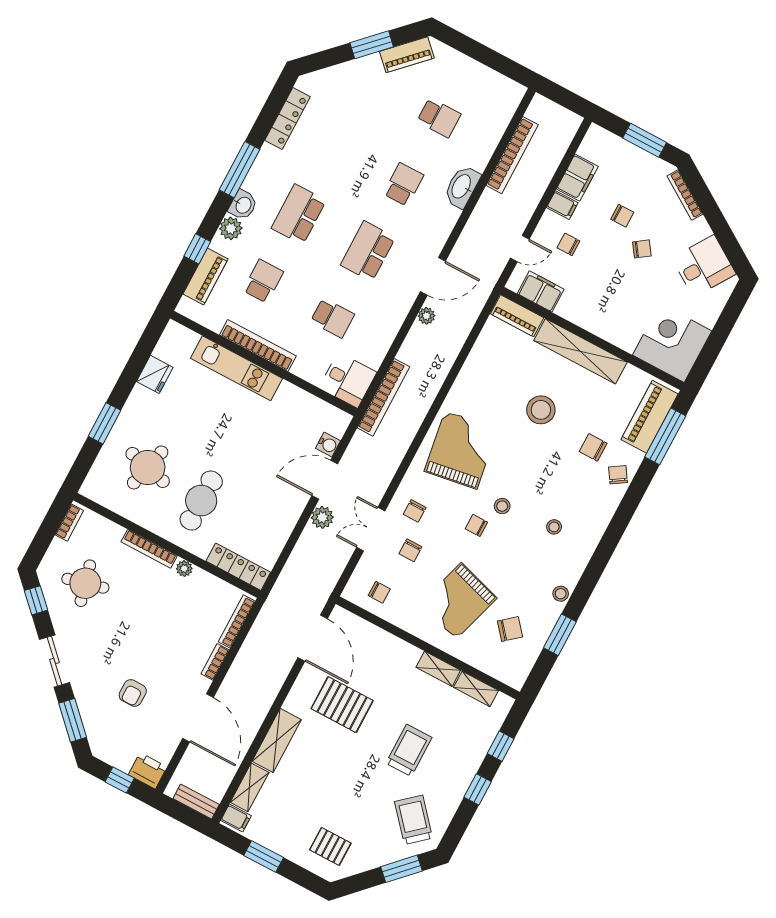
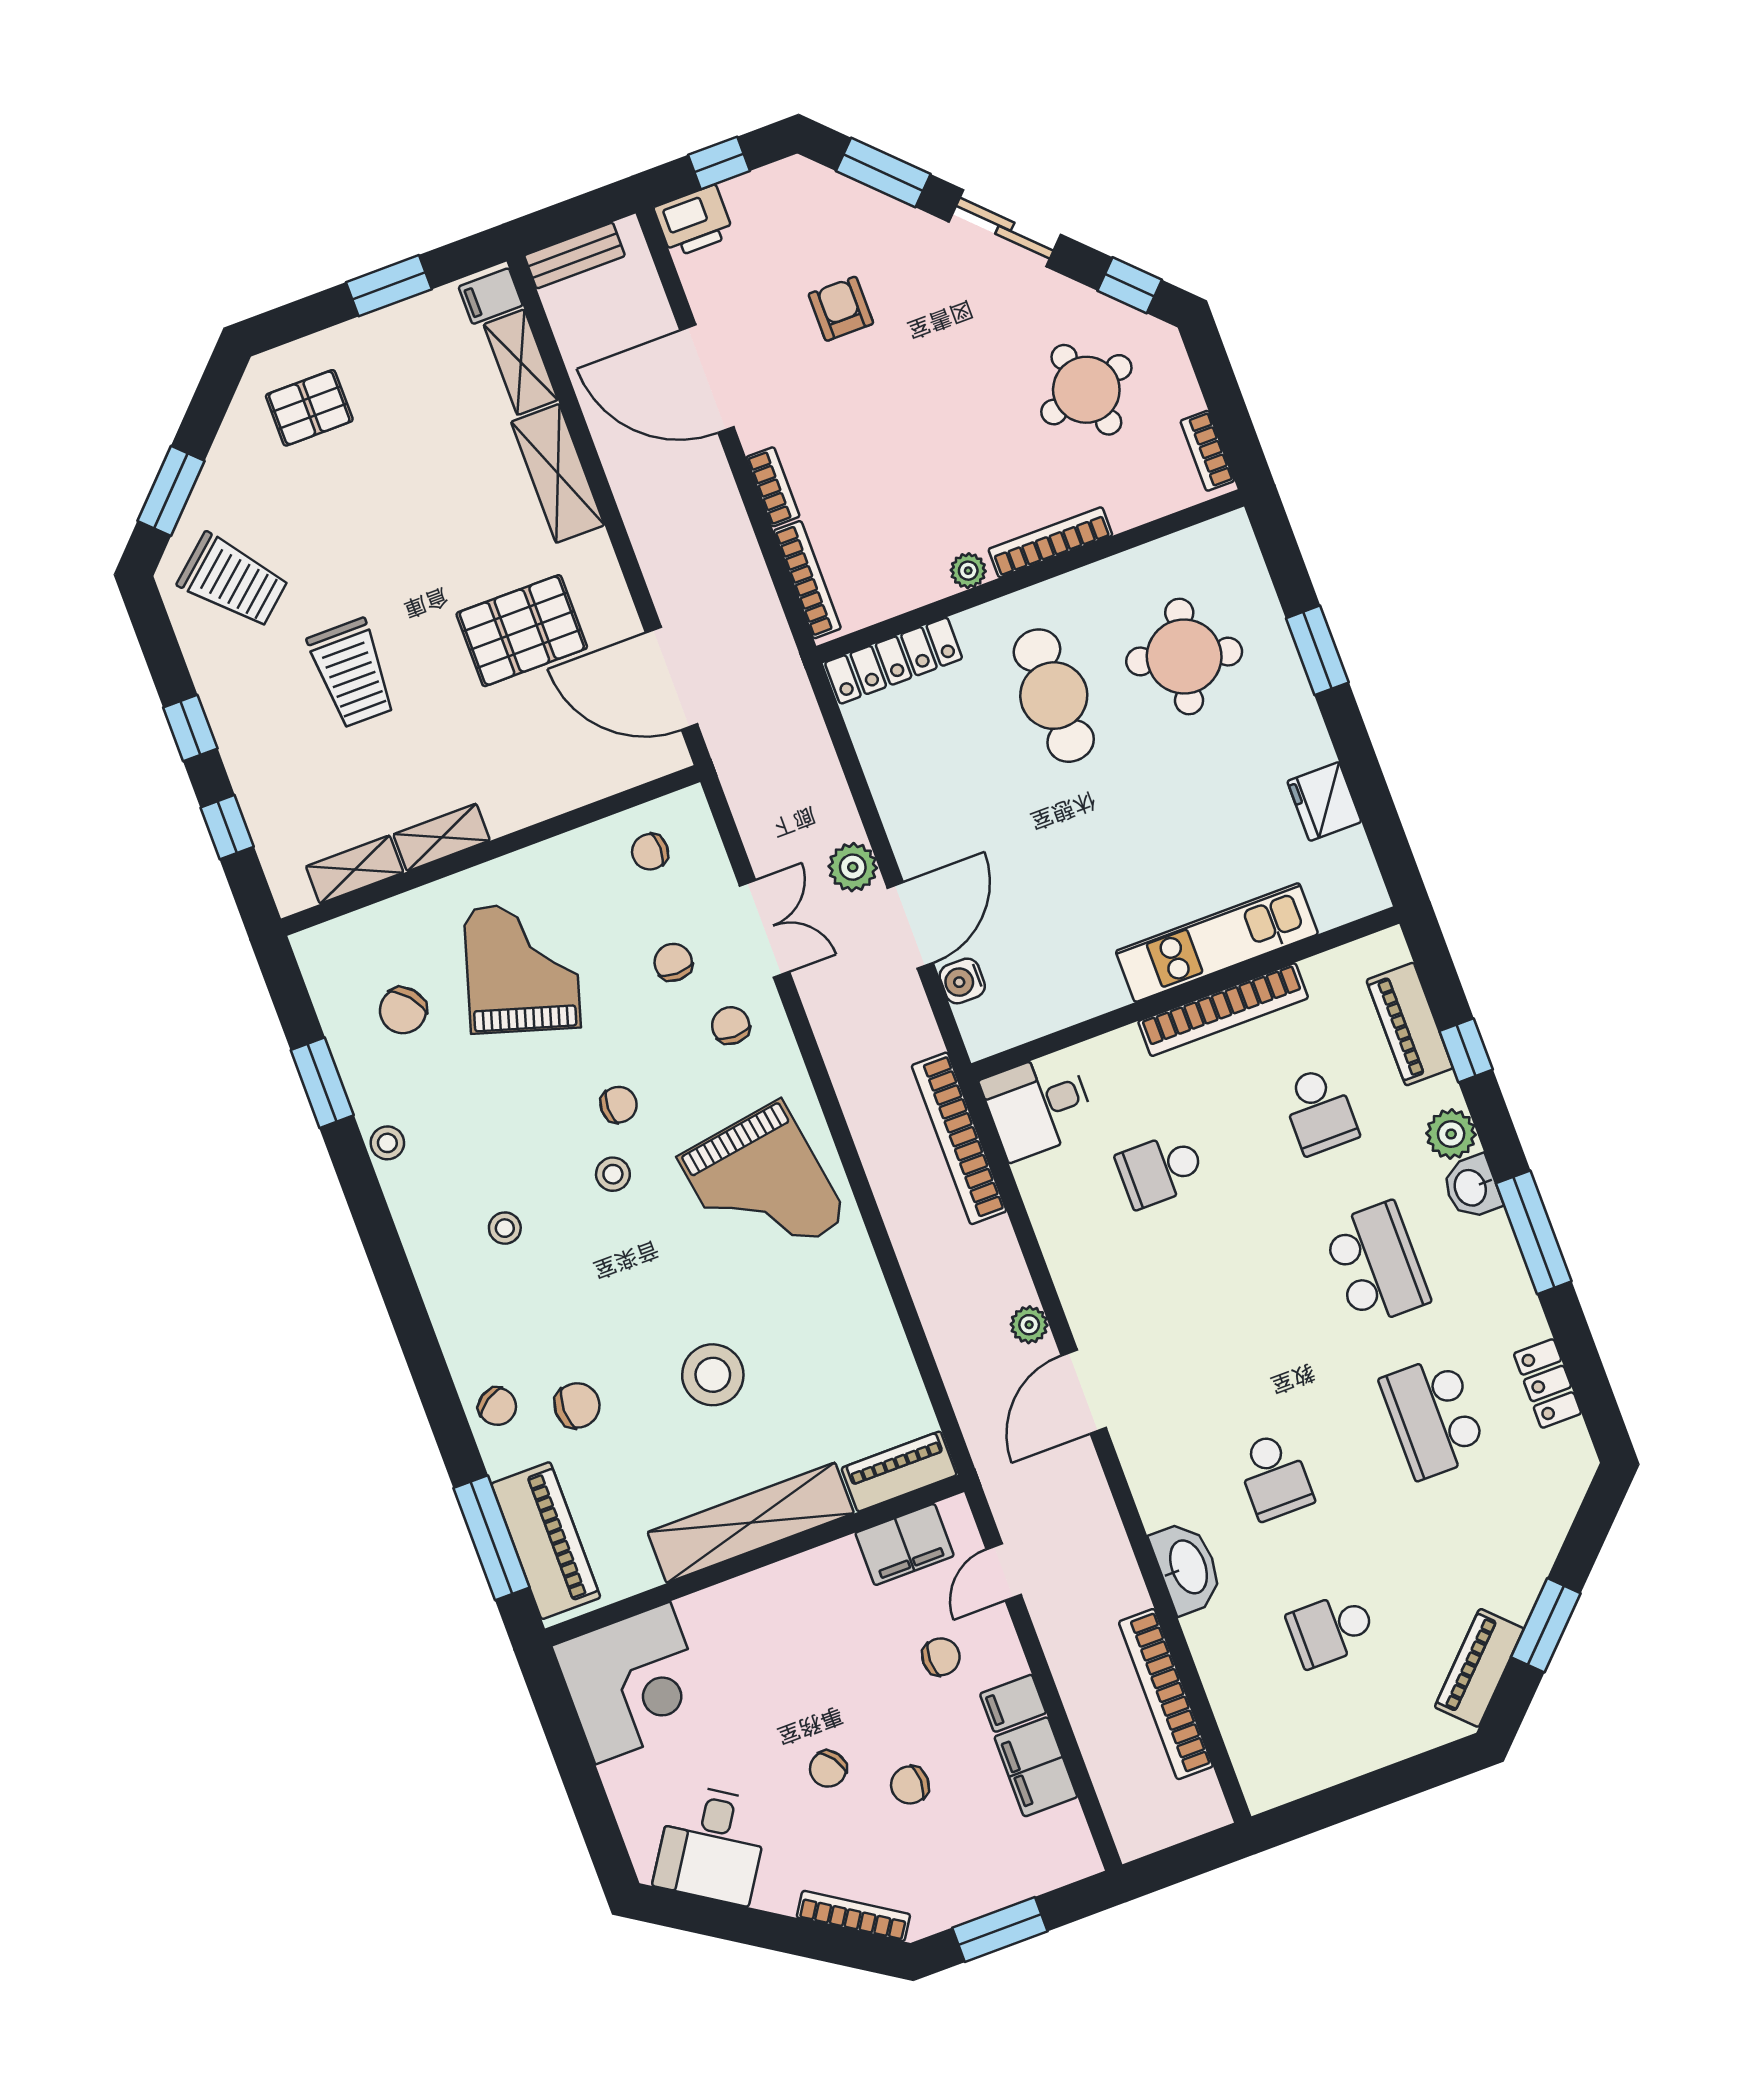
locker: (288, 118) -> (1547, 1383), width x0.66
school desk: (368, 251) -> (1433, 1417), moved, turned 180

